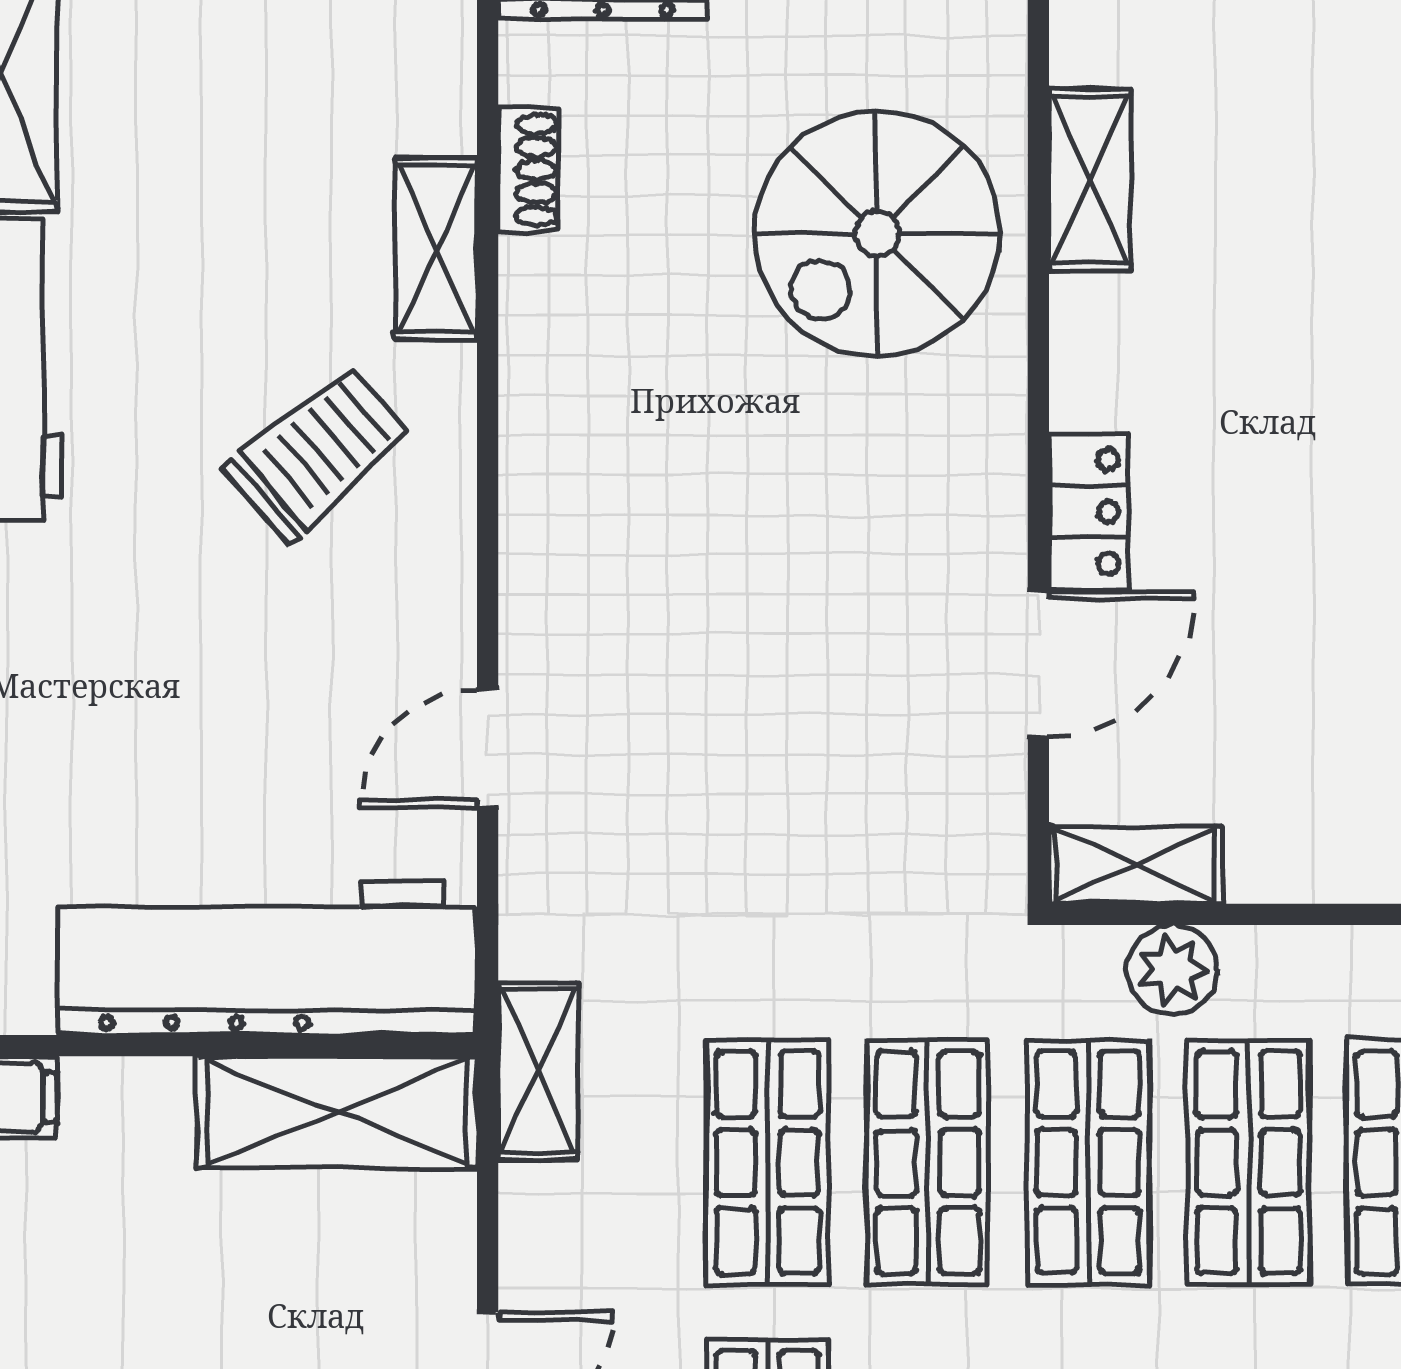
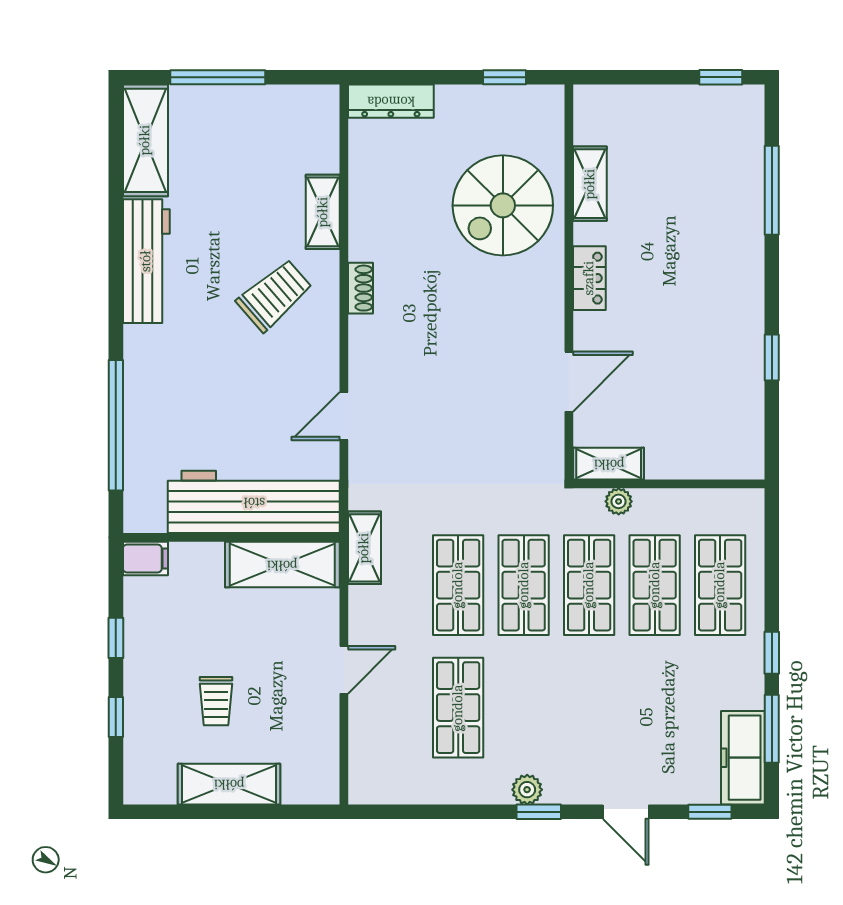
shoe rack: (528, 170) -> (360, 288), moved
locker: (1089, 512) -> (589, 278), moved
plant: (1172, 970) -> (619, 501), width x0.73, depth x0.73

